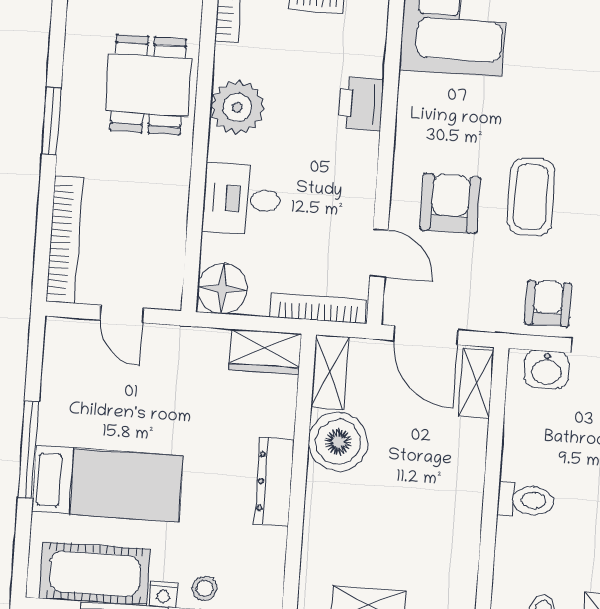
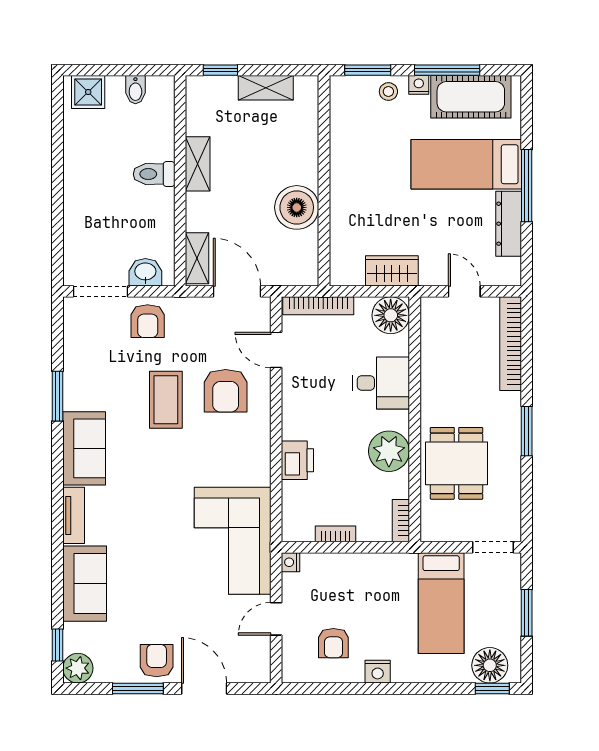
wardrobe: (265, 352) -> (392, 271), moved
shelving: (330, 372) -> (198, 164), moved
dresser: (274, 482) -> (509, 224), moved, turned 180

